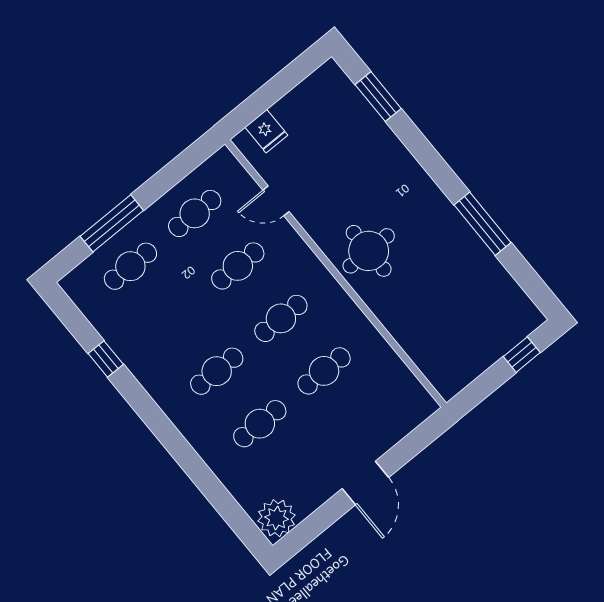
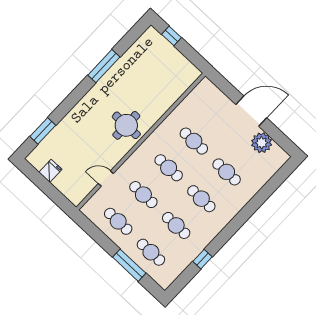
fridge: (266, 131) -> (50, 171), moved
door: (276, 201) -> (106, 179), swing flipped
cafe table: (174, 319) -> (176, 225), added
door: (365, 483) -> (251, 111), width x1.36
plant: (277, 518) -> (262, 143), moved

